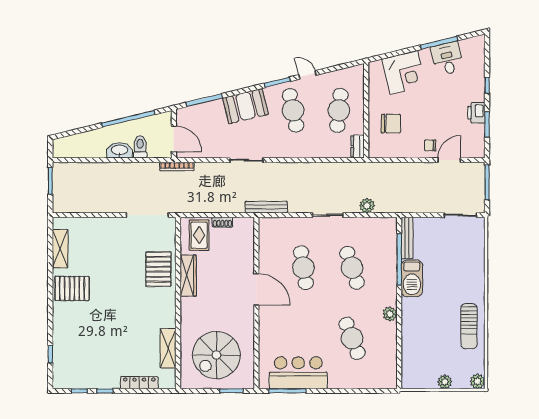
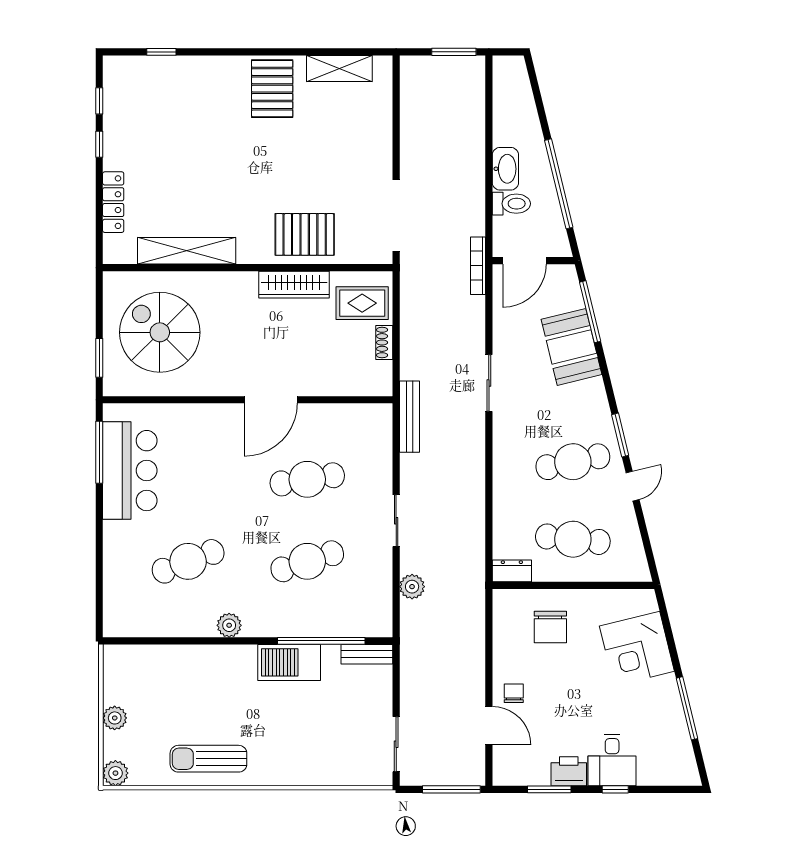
desk: (447, 59) -> (612, 760), moved, turned 104
booth: (245, 106) -> (571, 347), moved
bench: (407, 238) -> (367, 654), width x0.73
shelving: (168, 348) -> (187, 251), width x1.47

